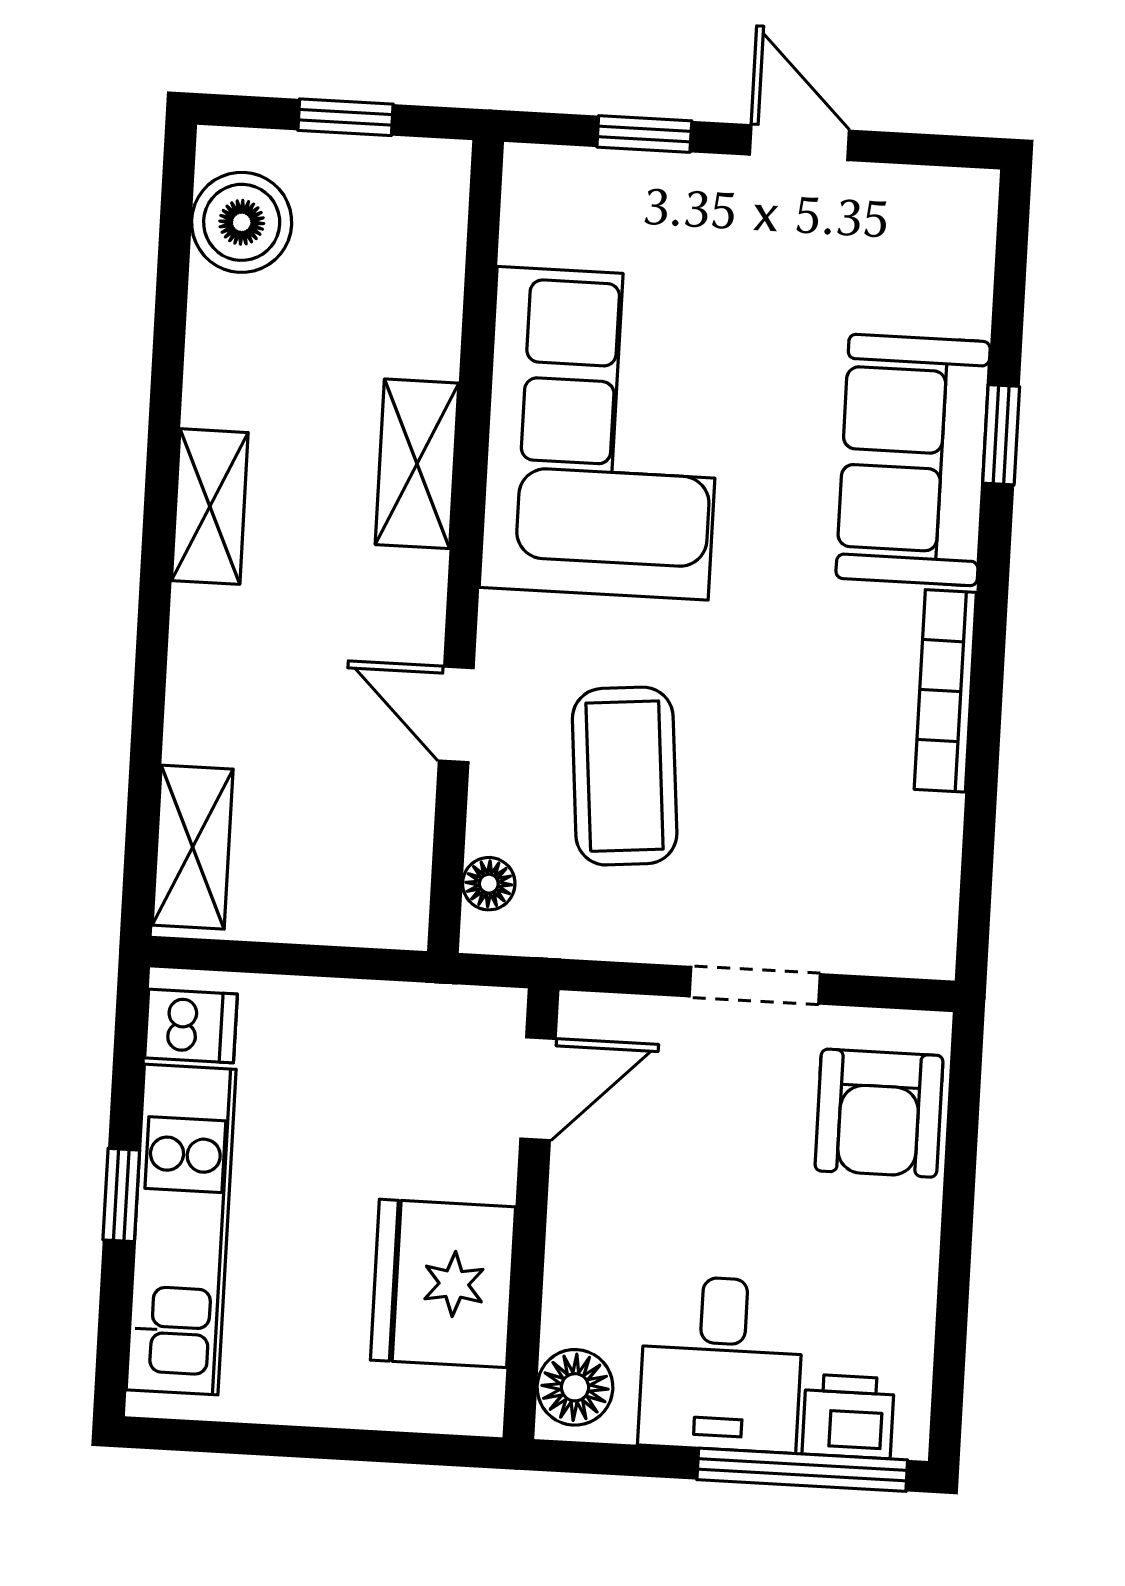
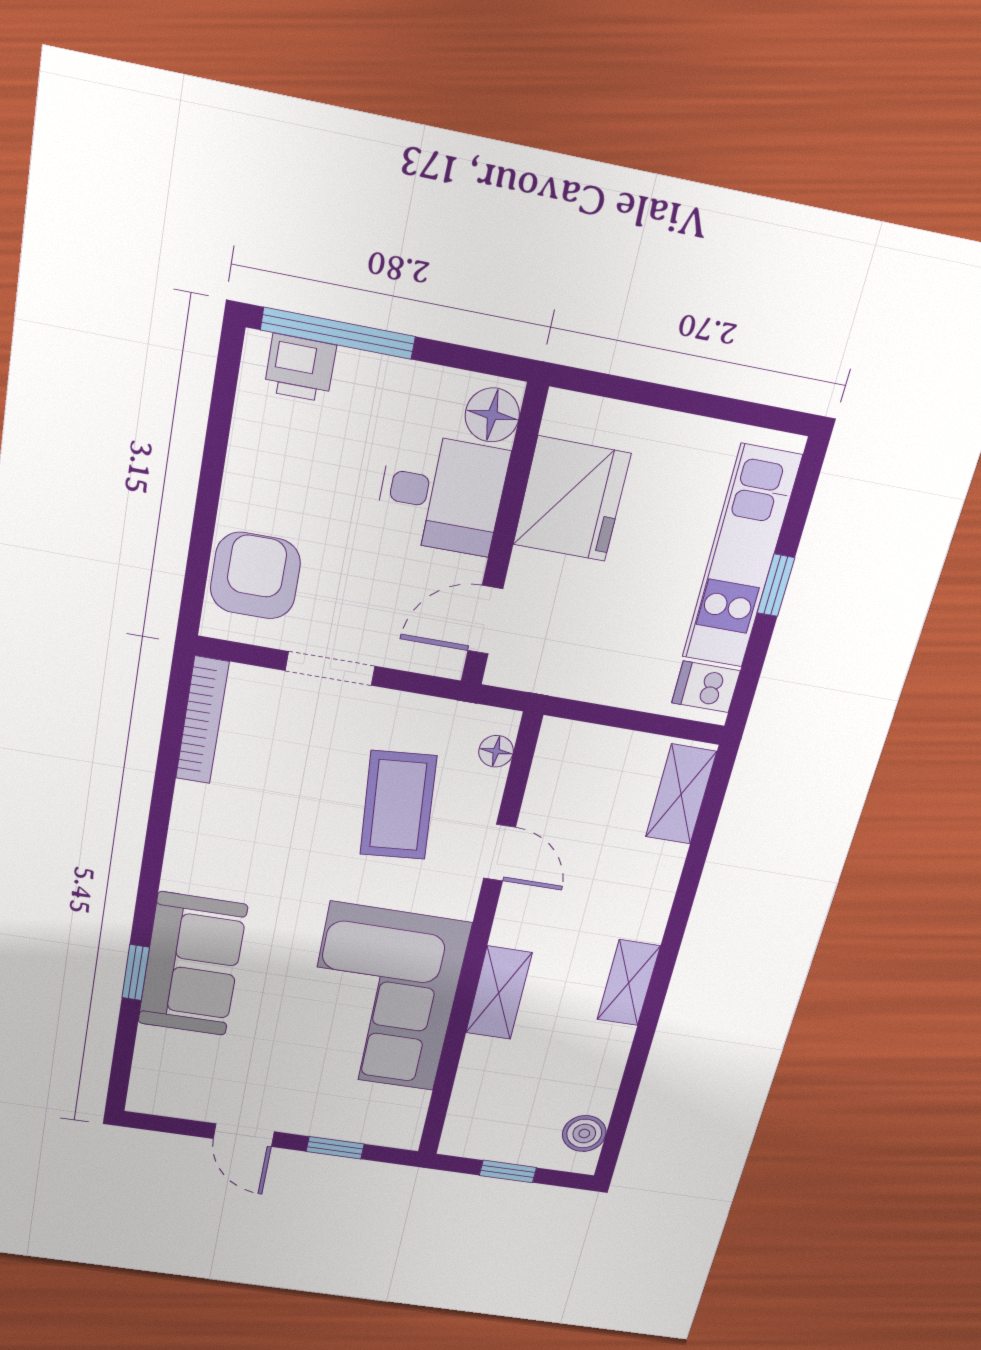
boiler: (242, 222) -> (584, 1134), width x0.73, depth x0.73
bookcase: (945, 691) -> (202, 721), moved
desk: (721, 1364) -> (441, 494), moved, turned 90

